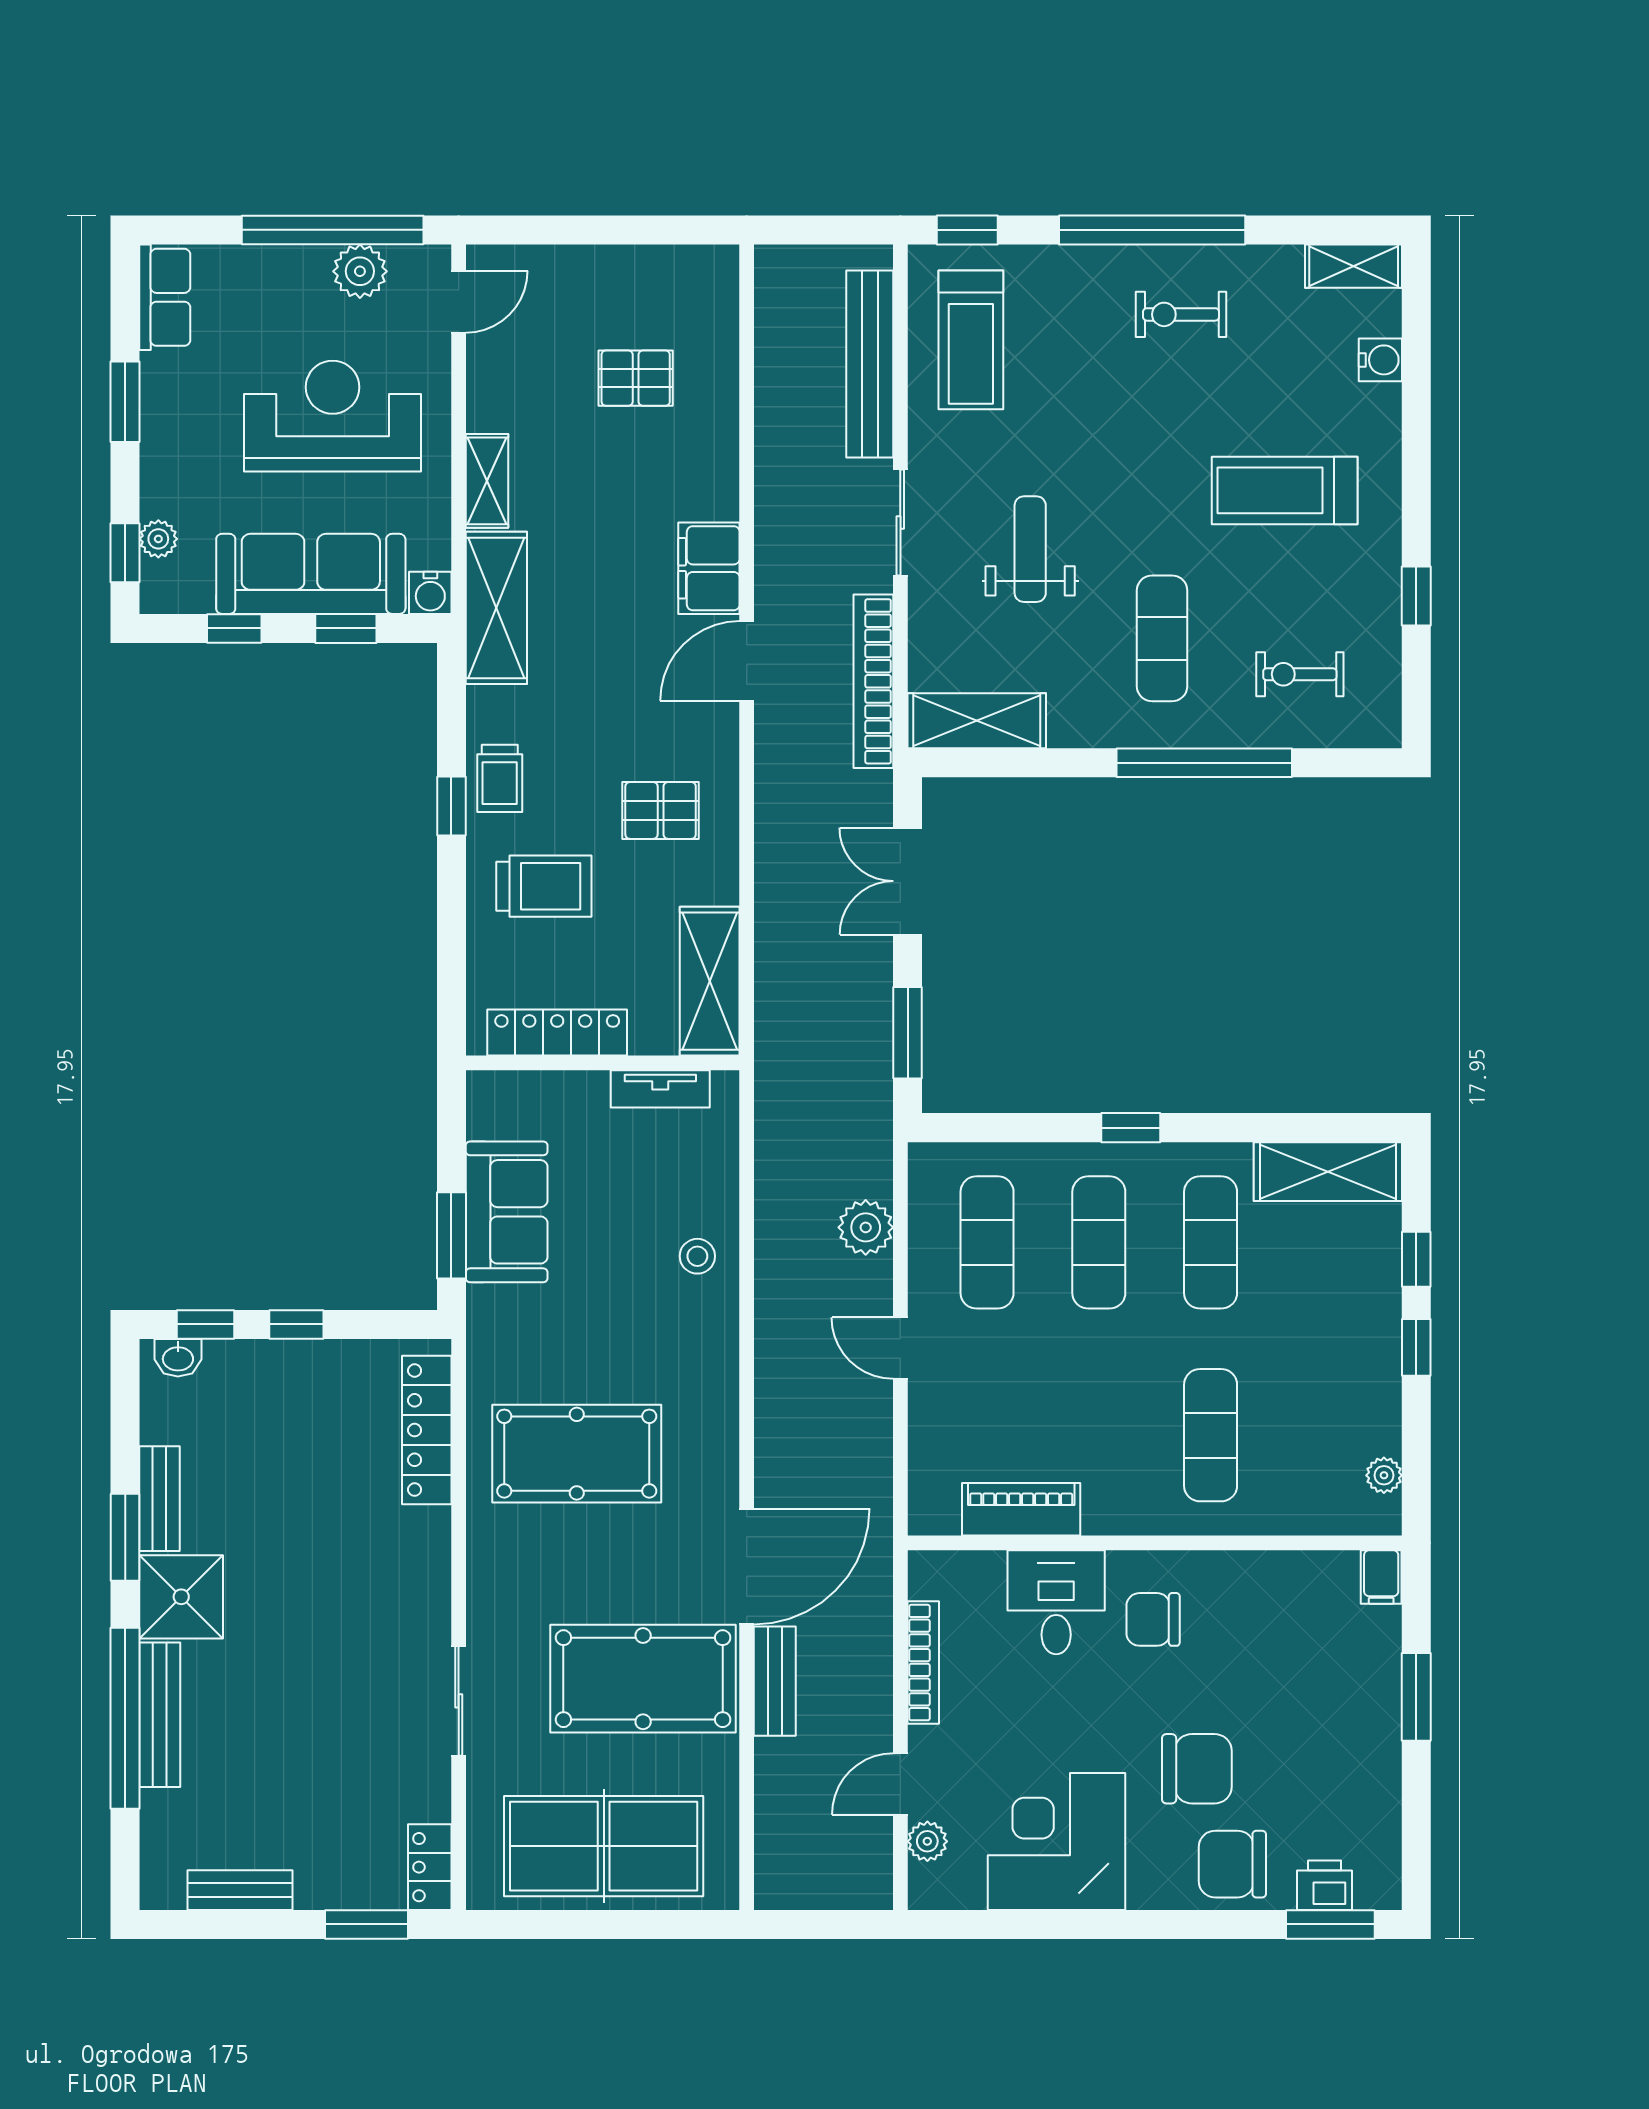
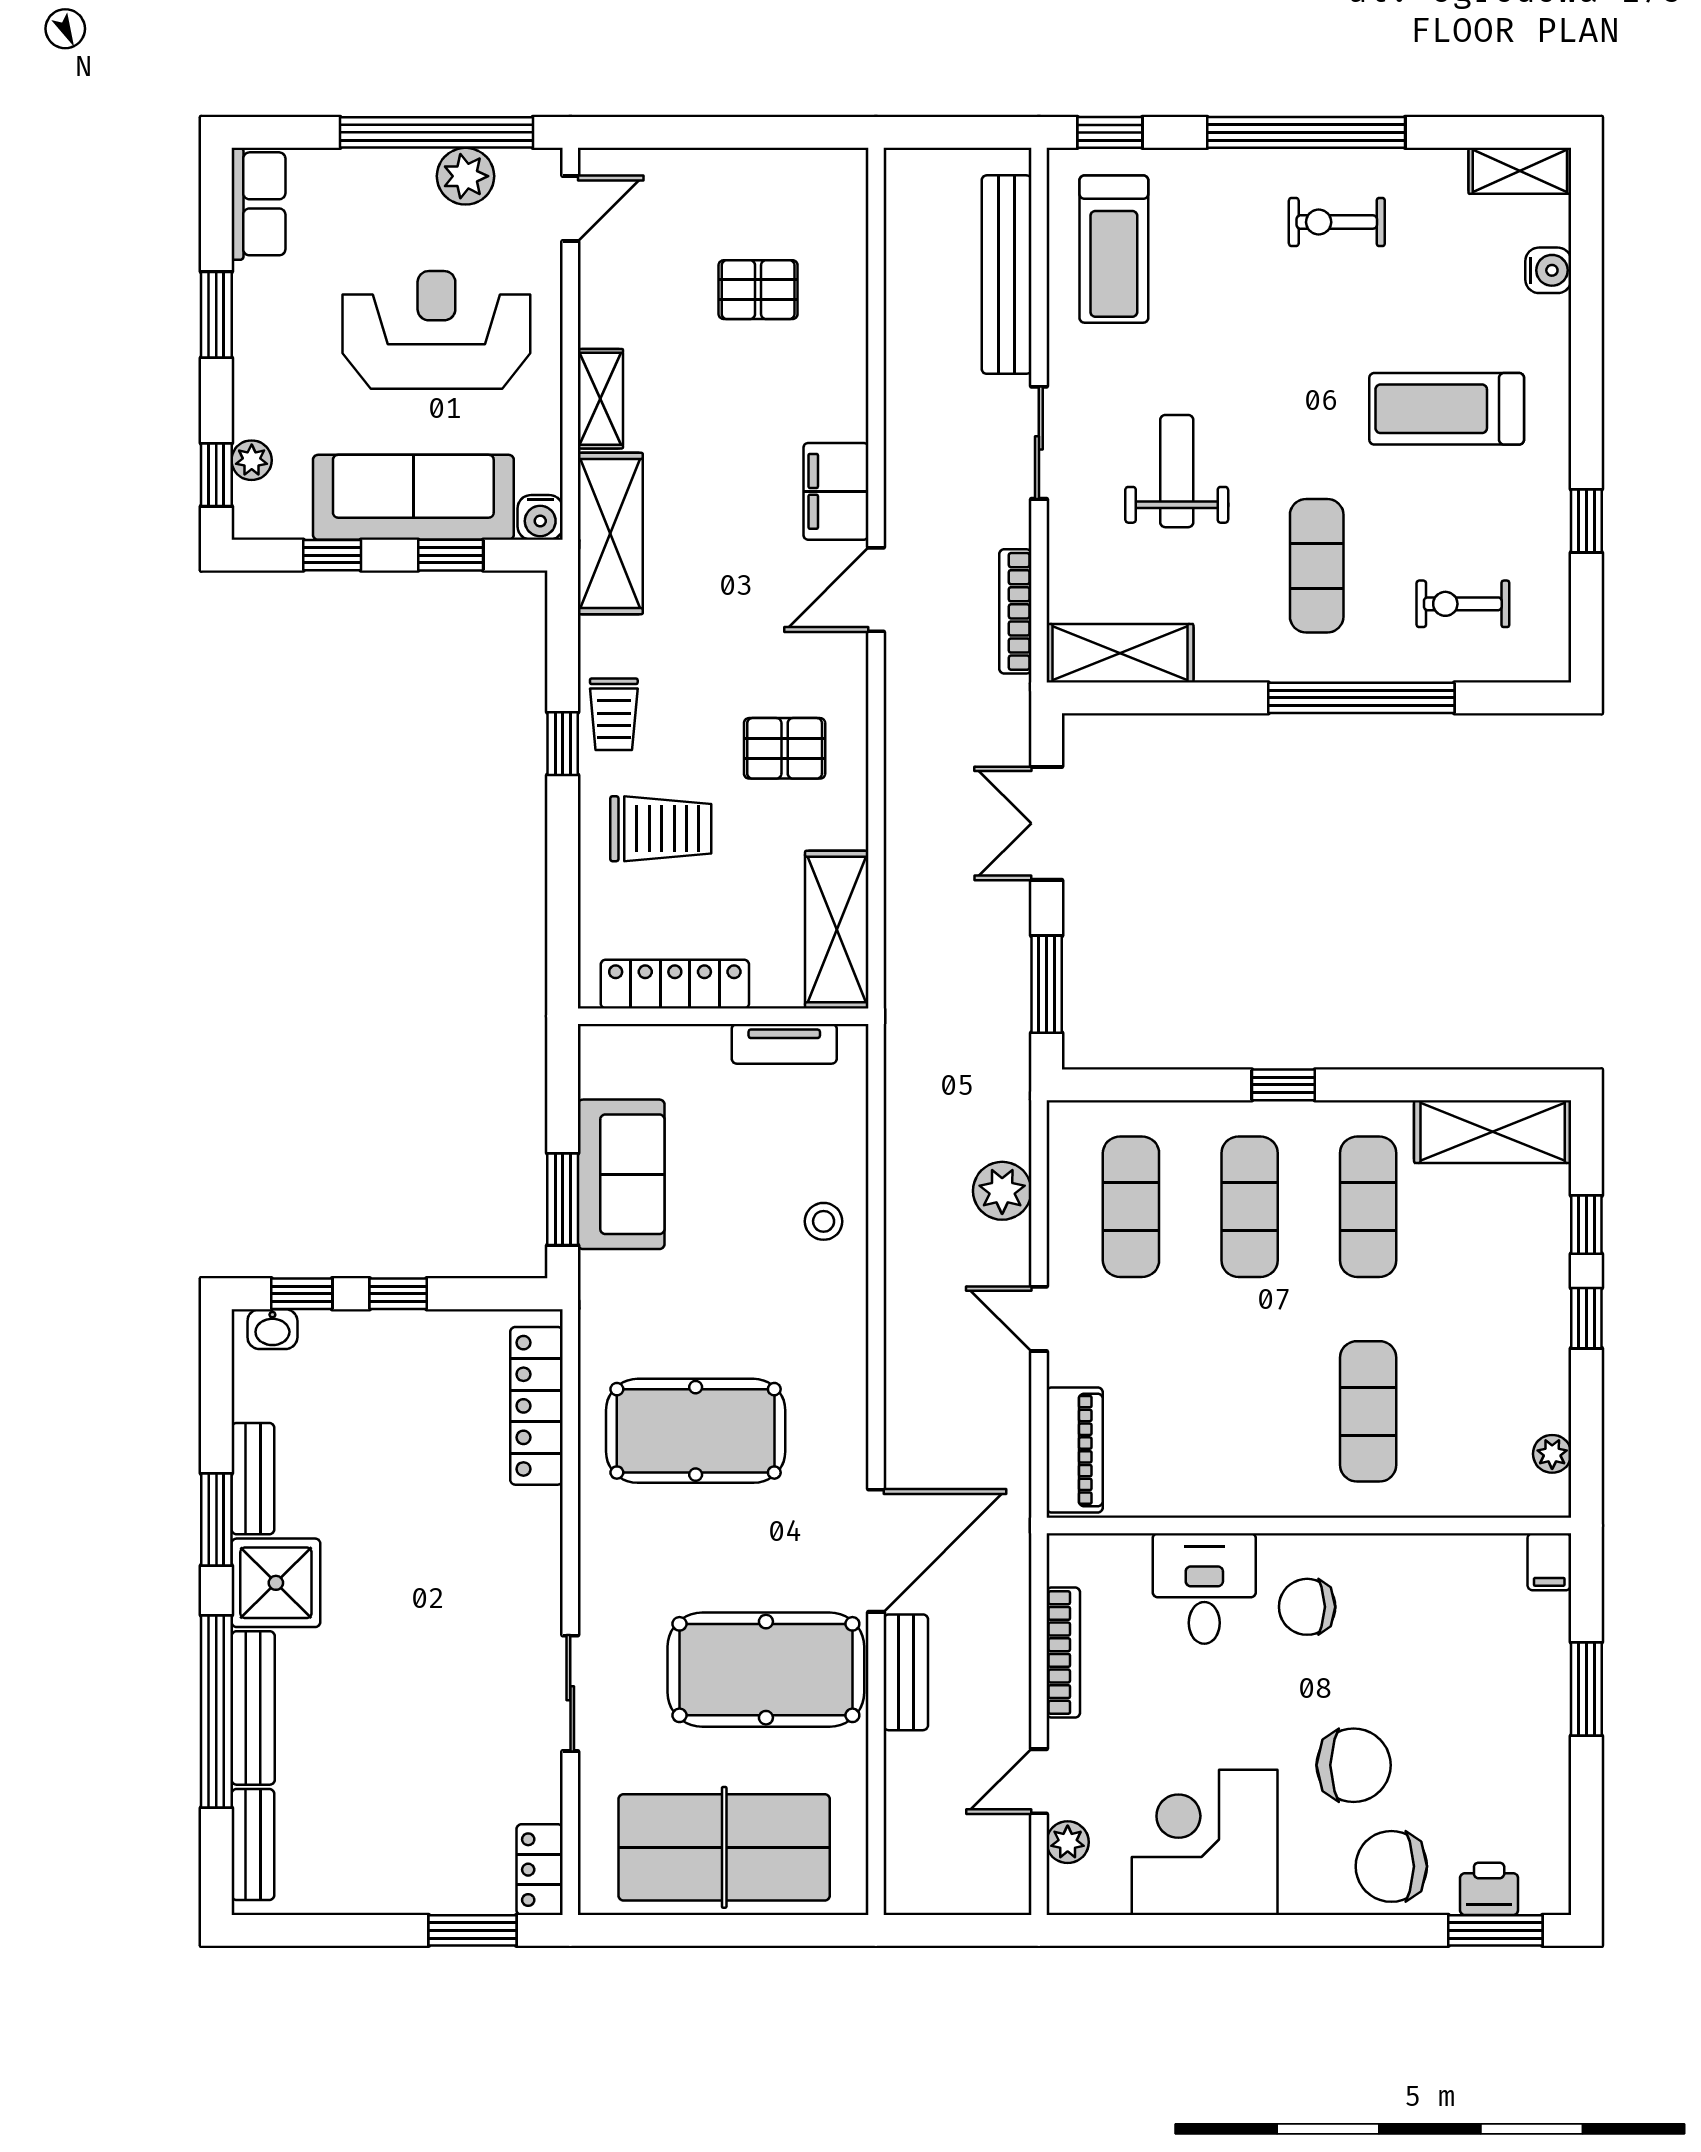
bookcase: (873, 681) -> (1015, 611), width x0.68, depth x0.76
piano: (1021, 1509) -> (1075, 1450), moved, turned 90
bench: (240, 1890) -> (253, 1844), moved, turned 90

